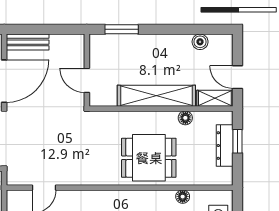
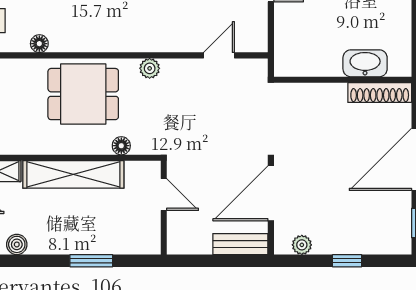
window: (122, 29) -> (91, 261), moved
floor lamp: (185, 118) -> (121, 146), moved
plant: (98, 177) -> (150, 68), added

